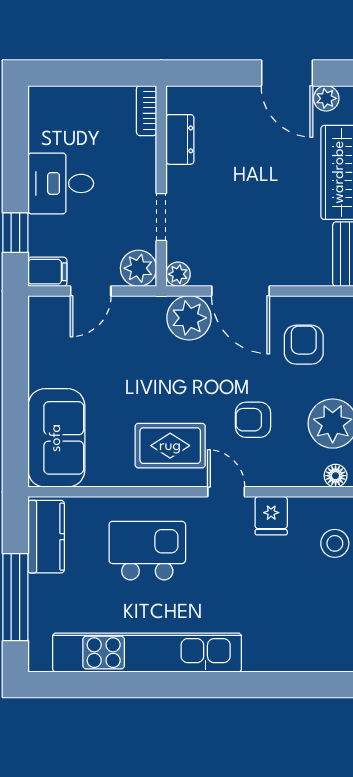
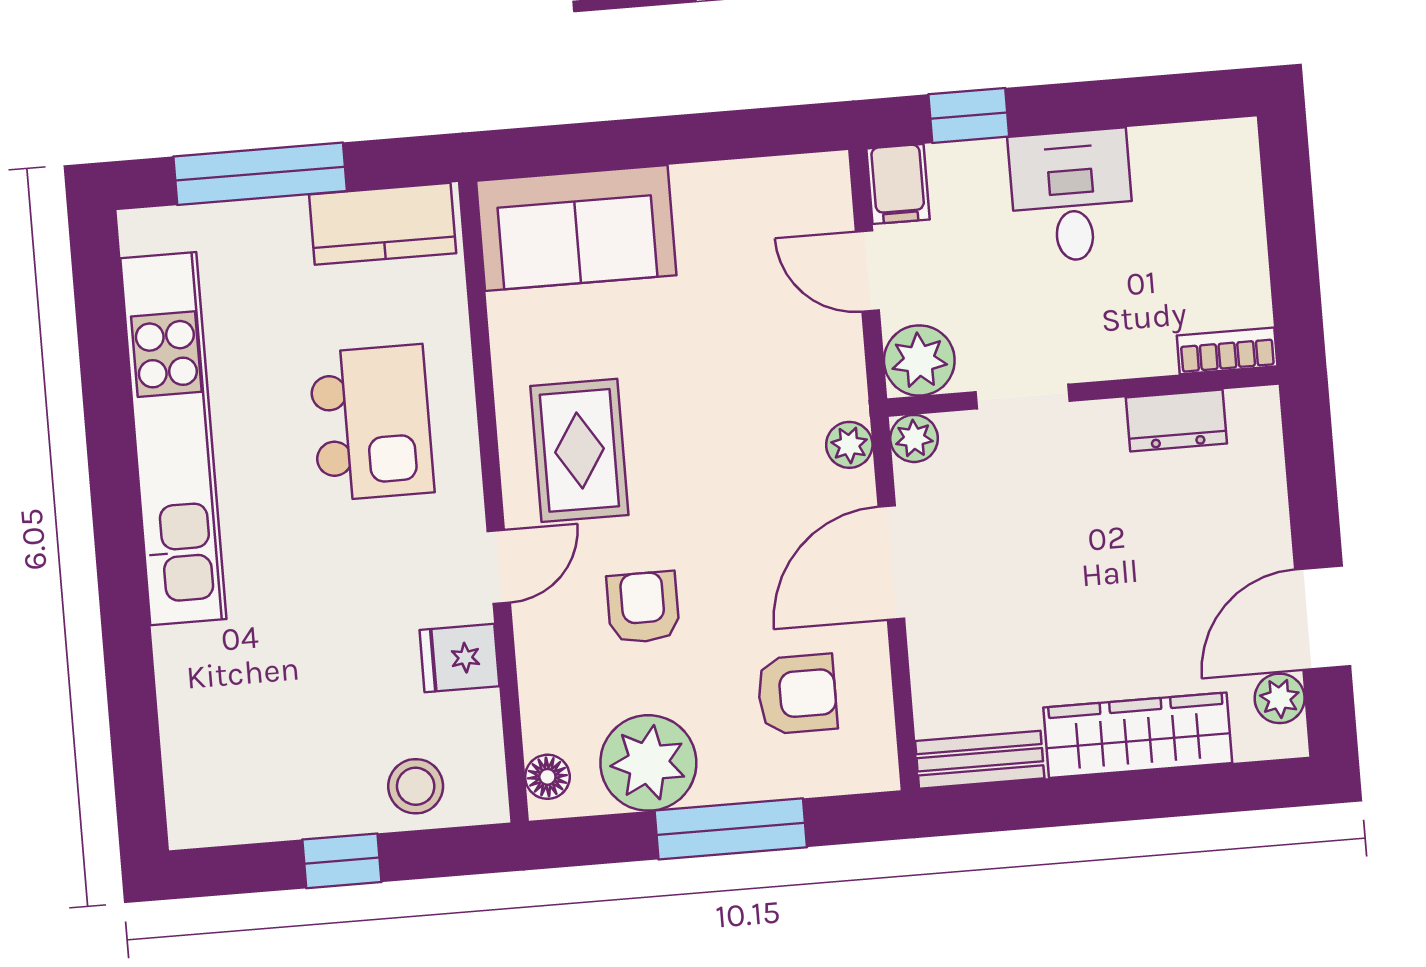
plant: (189, 318) -> (849, 445), width x0.53, depth x0.53

